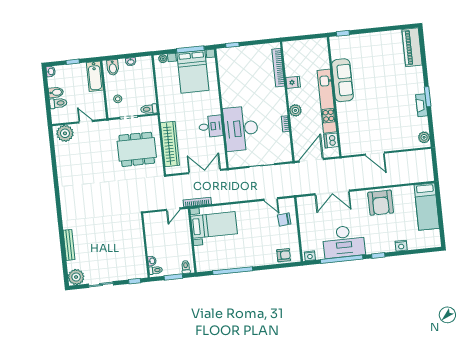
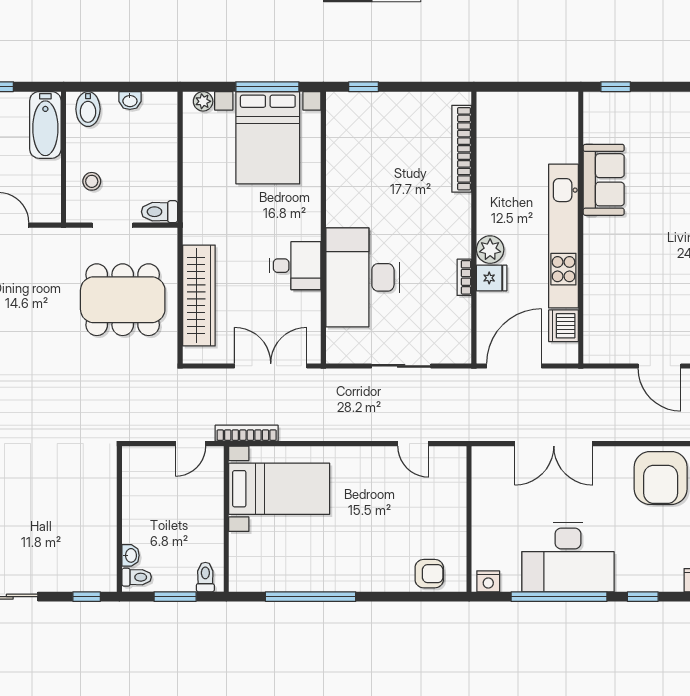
sofa: (343, 80) -> (604, 180), width x0.73
fridge: (293, 82) -> (492, 278), moved
chair: (284, 220) -> (439, 493), removed

